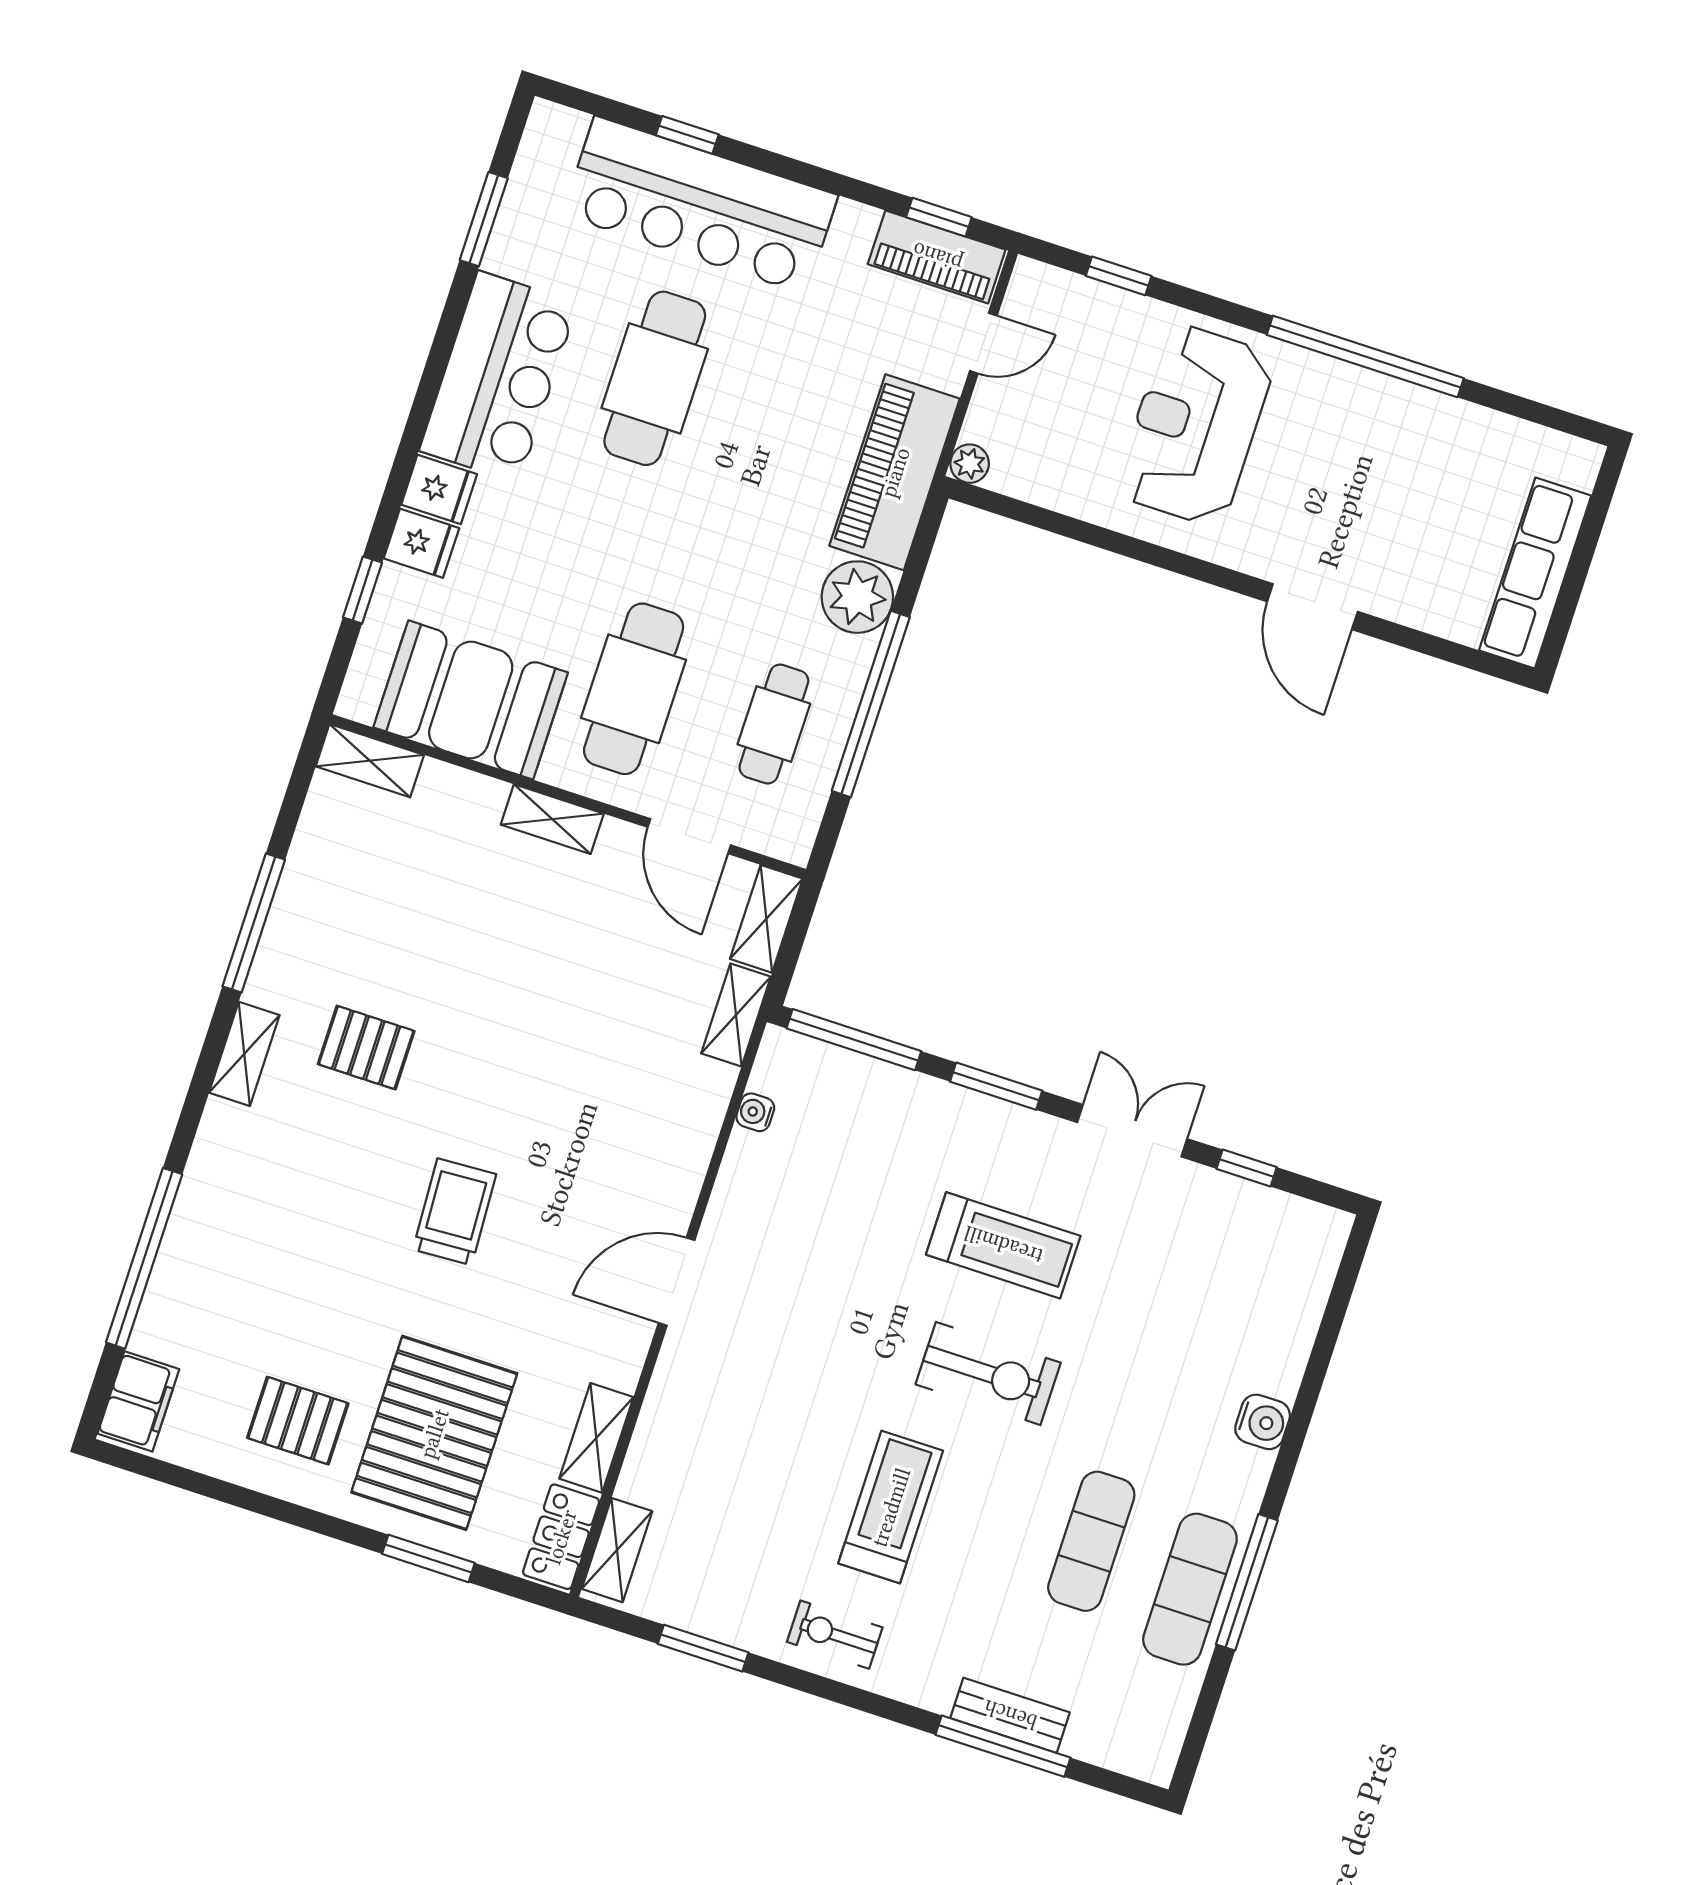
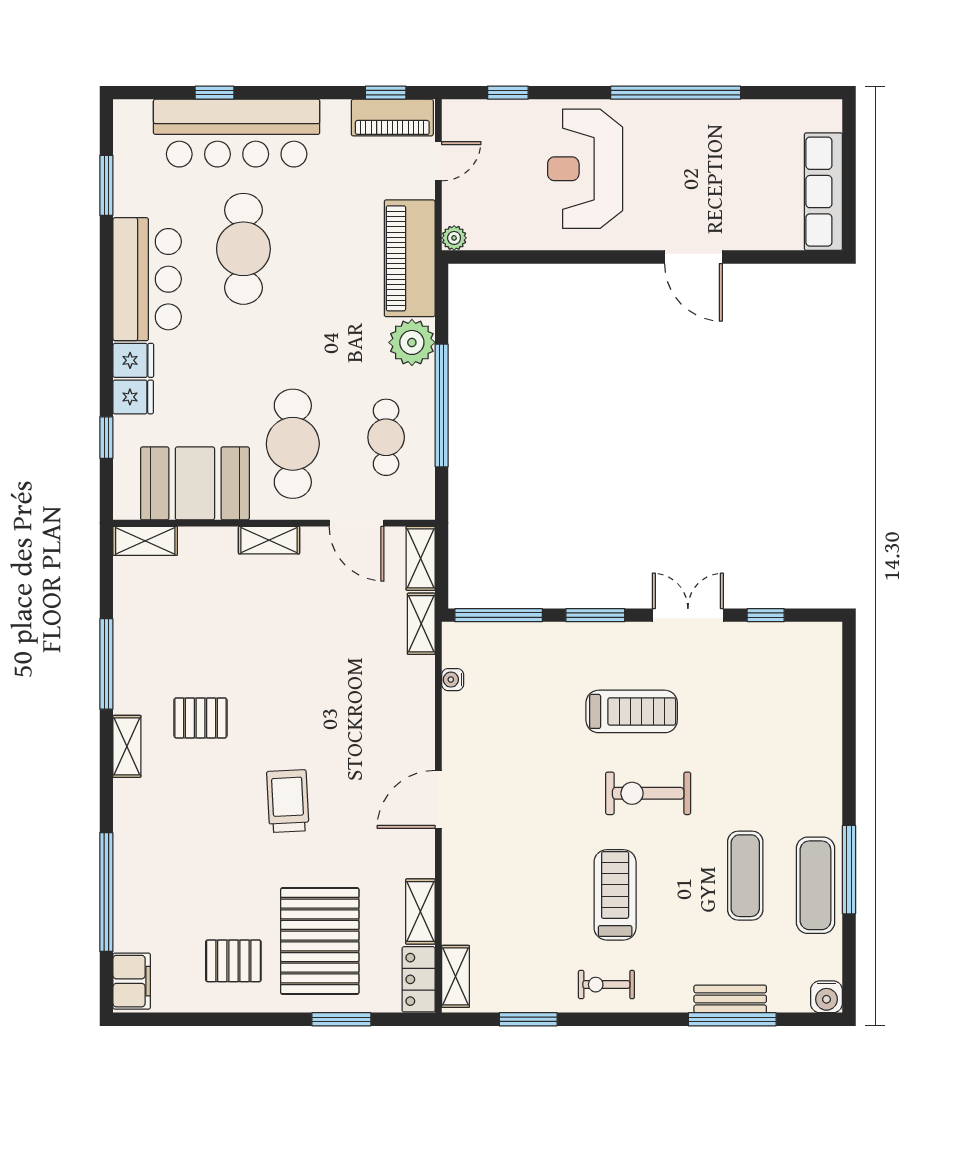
exercise bike: (988, 1374) -> (648, 793), turned 180
water cooler: (1263, 1422) -> (826, 997), moved, turned 90

